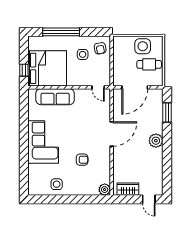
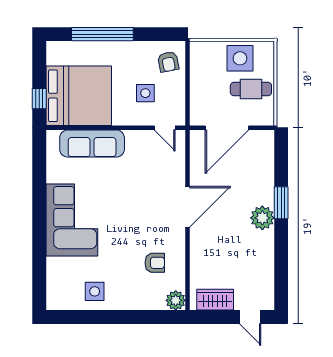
side table: (83, 54) -> (145, 93), moved
window: (167, 113) -> (281, 203), moved
armchair: (82, 160) -> (155, 263), moved

